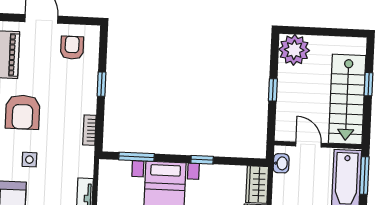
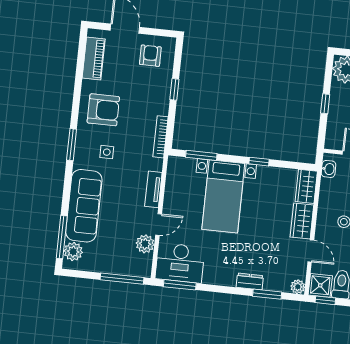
armchair: (23, 112) -> (103, 110), turned -90
bookcase: (89, 130) -> (160, 137), width x1.56

